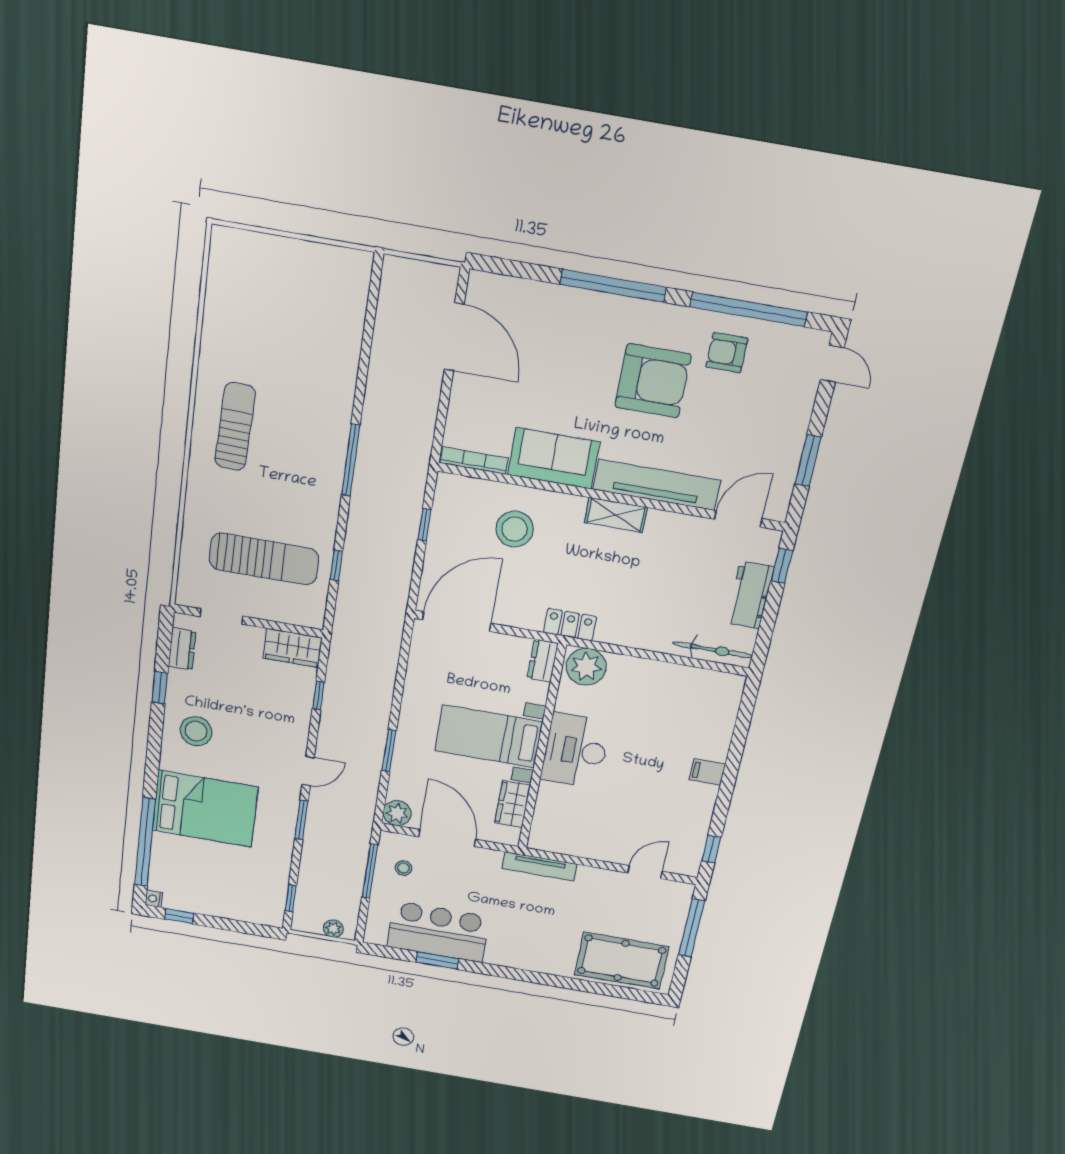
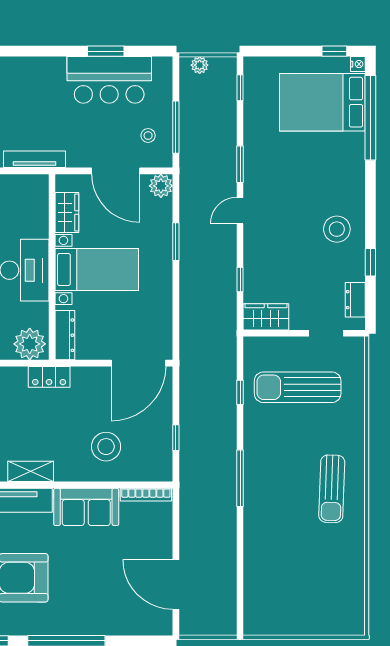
dresser: (543, 661) -> (65, 335), width x1.44
bed: (205, 809) -> (322, 102), moved

